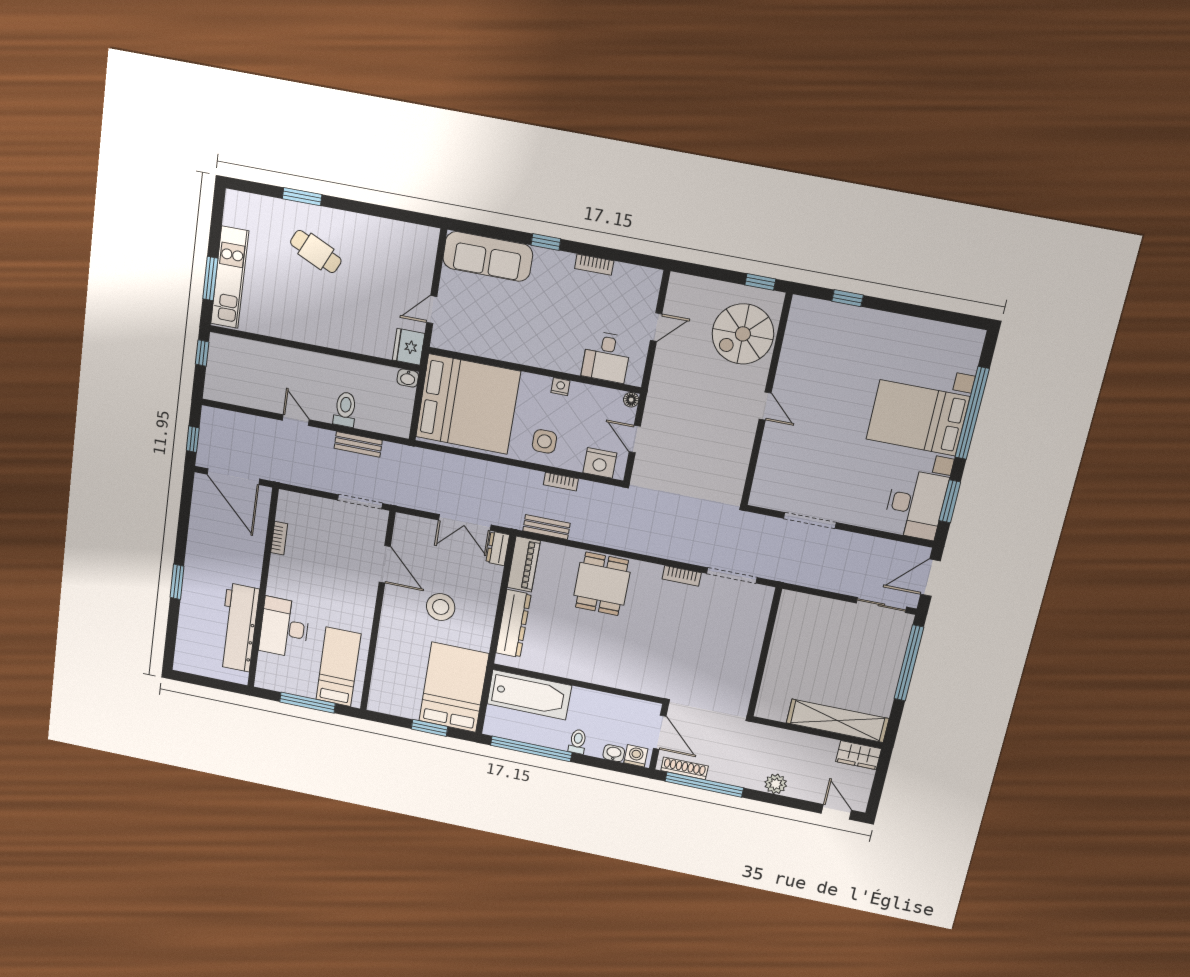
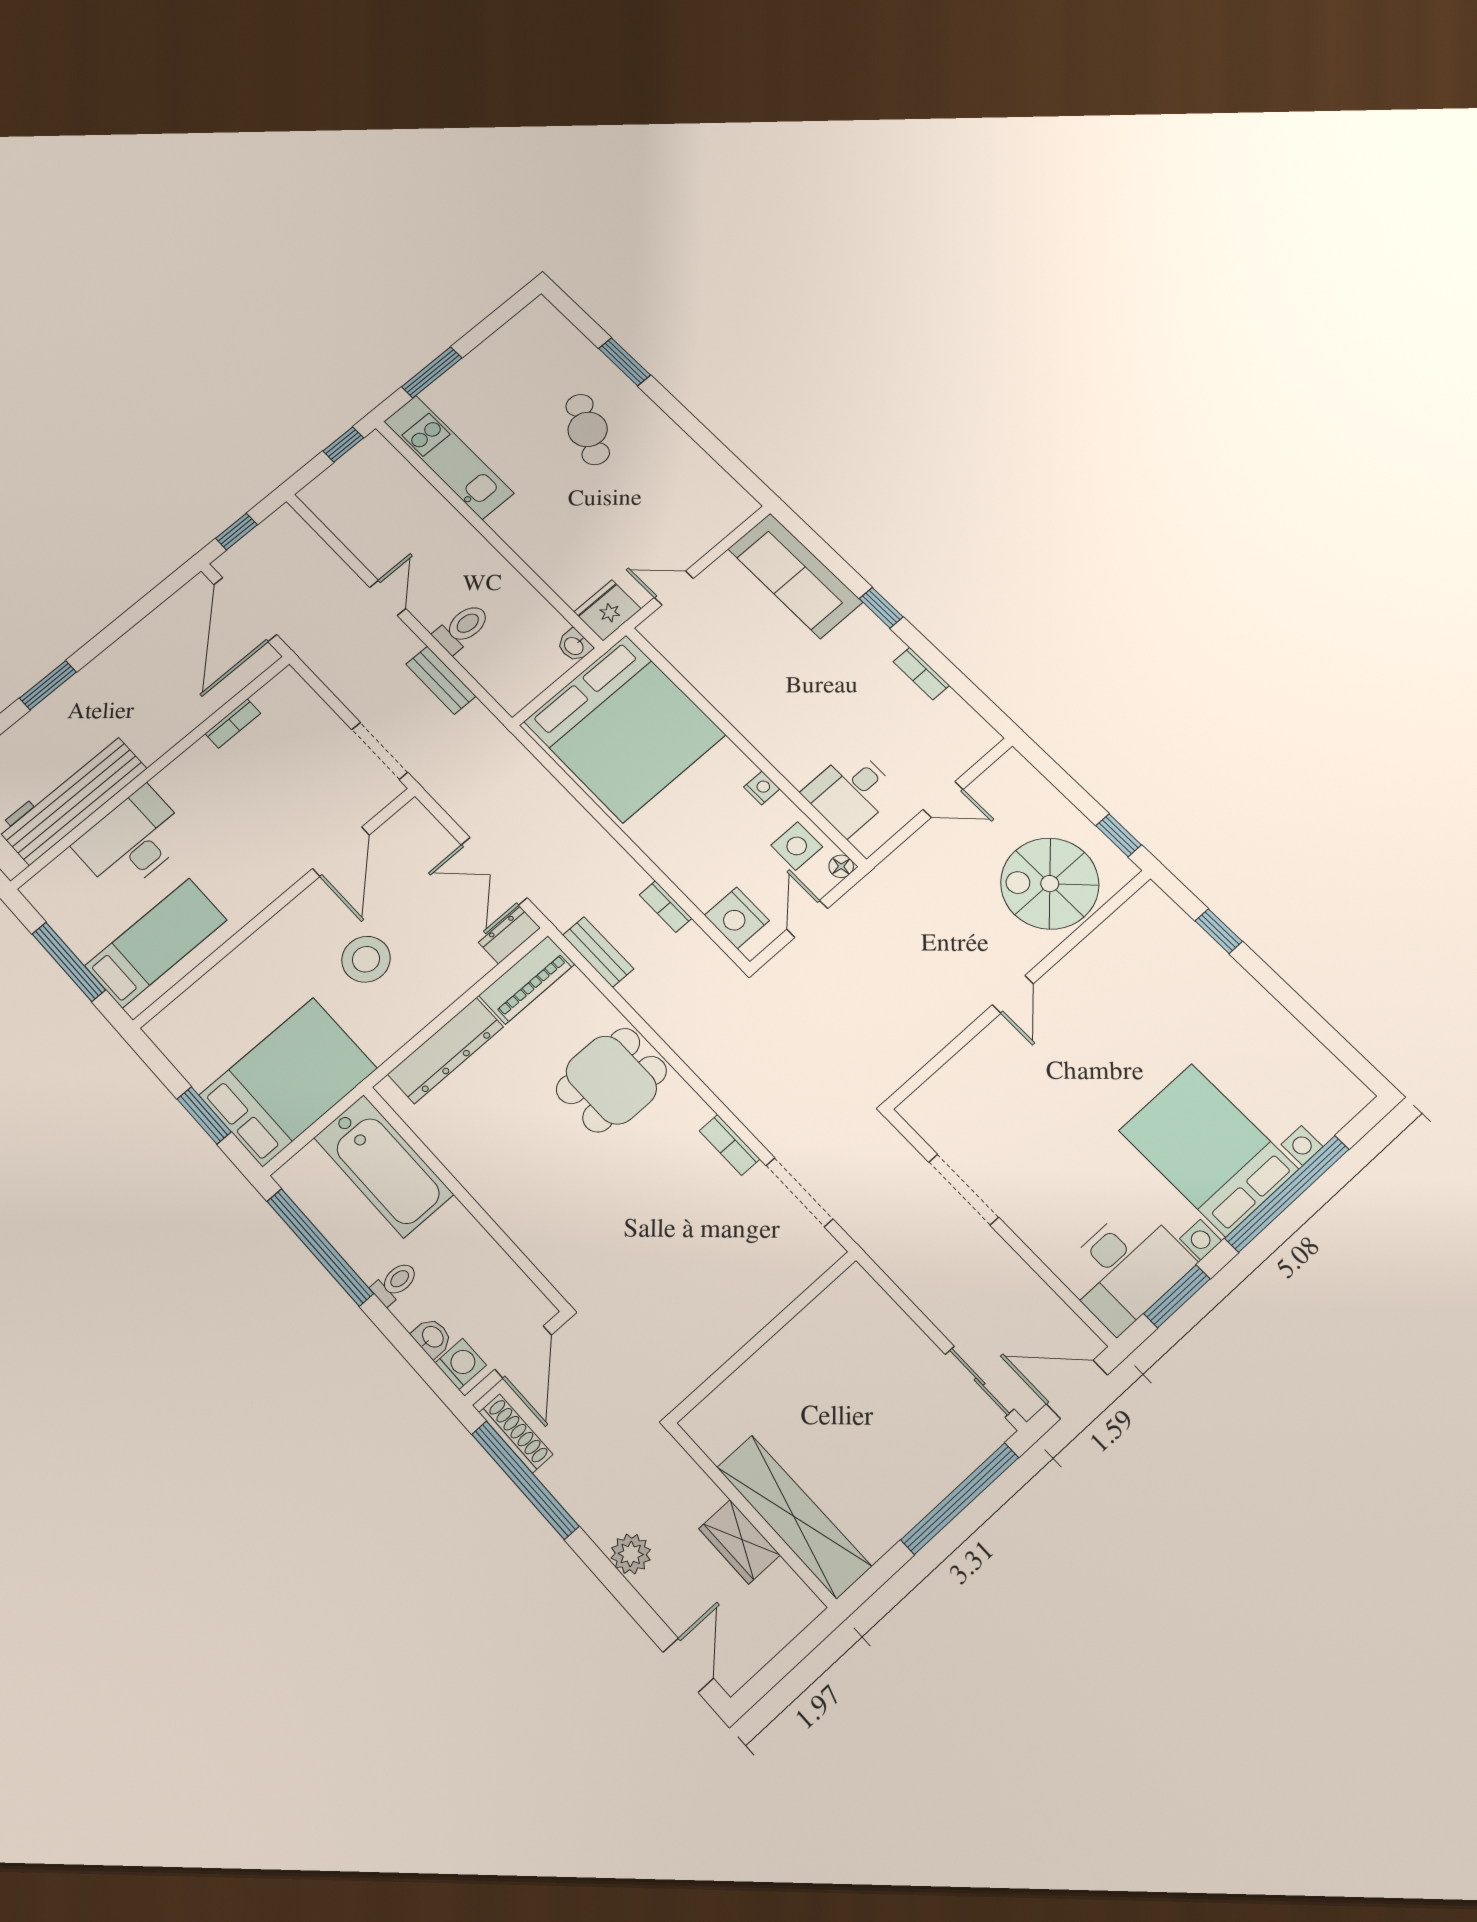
kitchen unit: (230, 277) -> (449, 457), moved, turned -90
side table: (544, 441) -> (797, 846), moved
wardrobe: (859, 755) -> (739, 1542), moved

